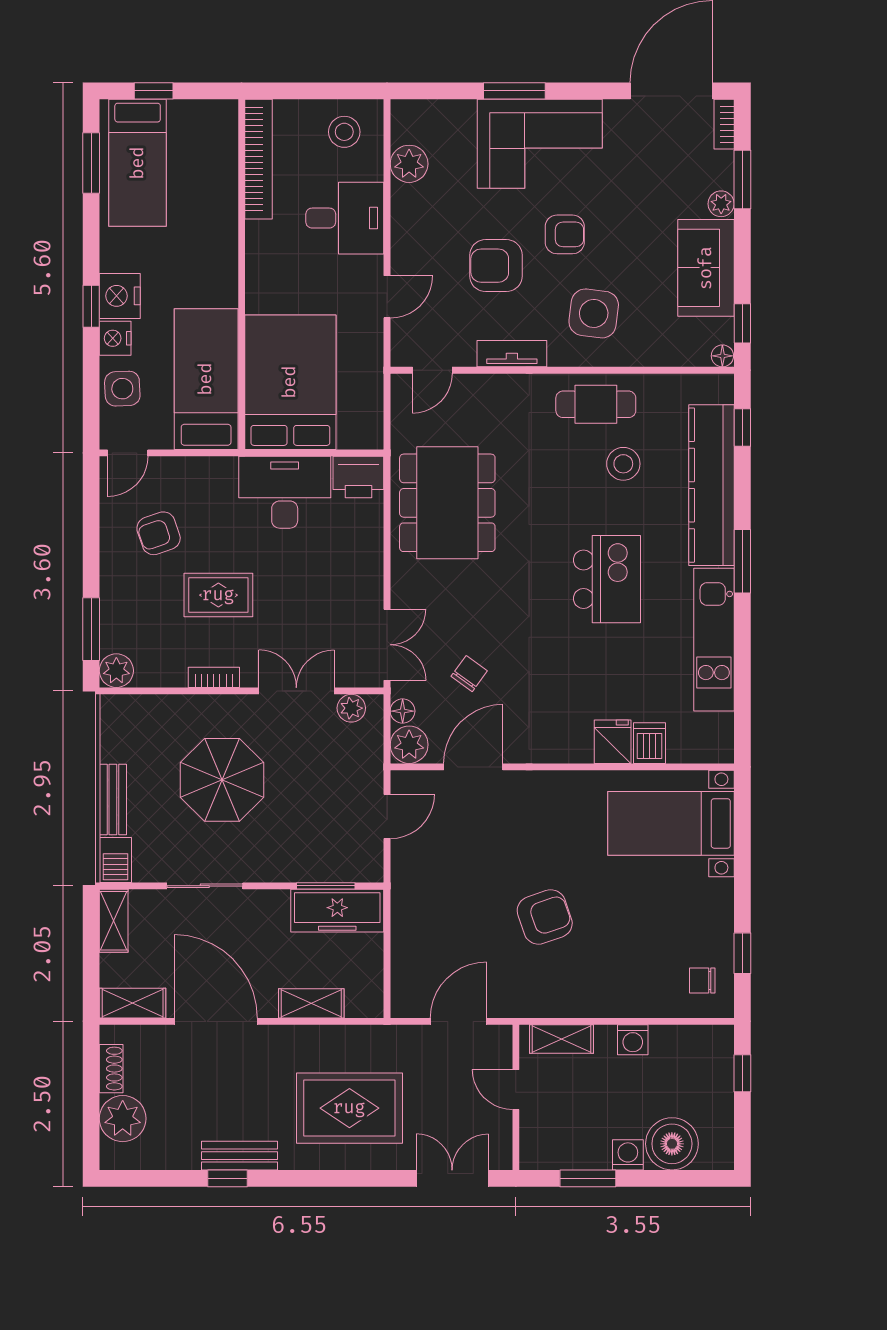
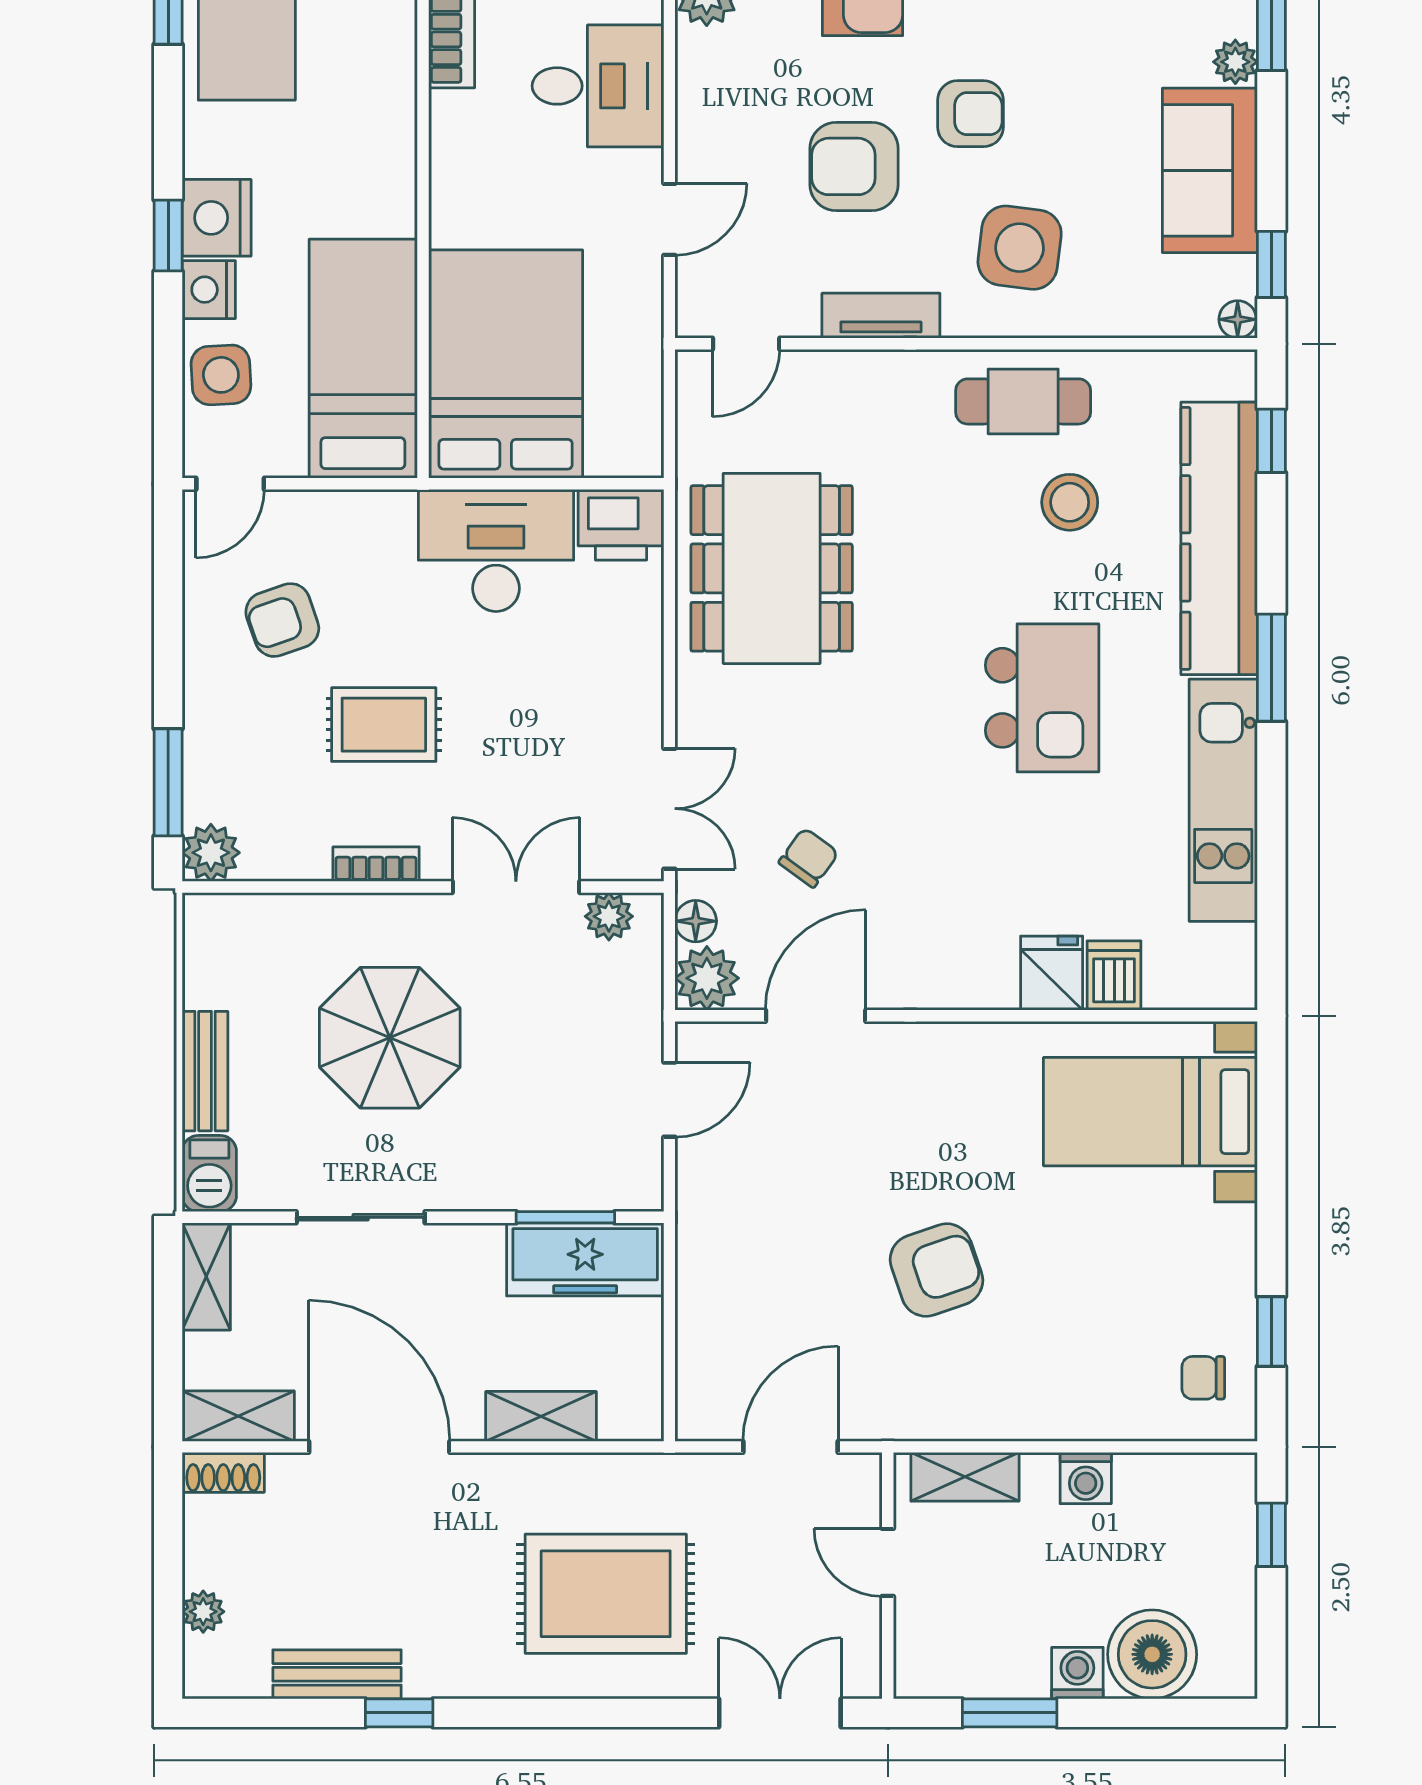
shoe rack: (111, 1069) -> (223, 1472), moved, turned 90
plant: (123, 1119) -> (203, 1612), width x0.53, depth x0.53
bench: (239, 1156) -> (337, 1674), moved

